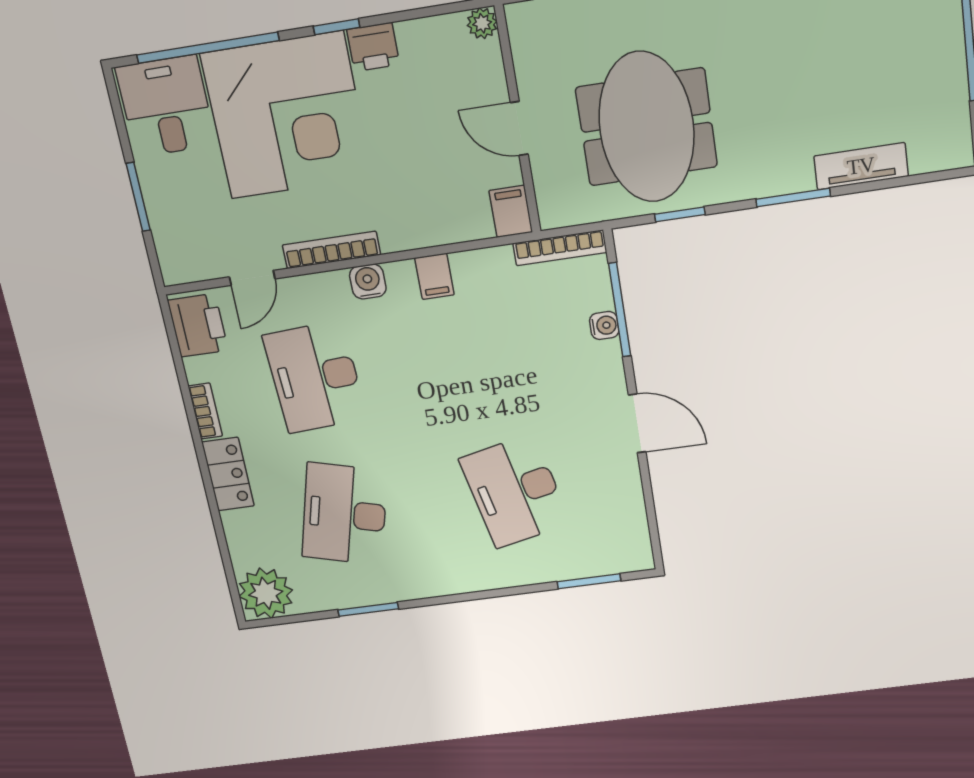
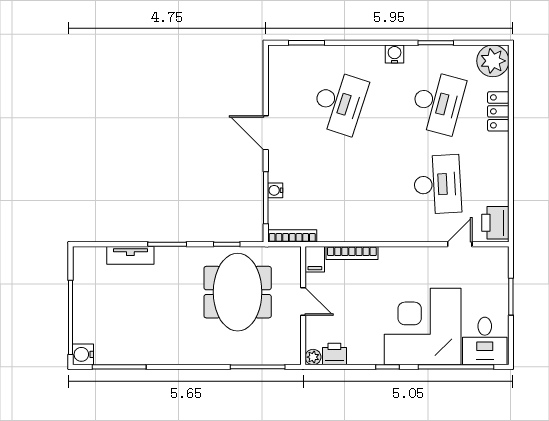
printer: (373, 47) -> (334, 354), moved
bookcase: (331, 250) -> (352, 253), moved
filing cabinet: (434, 276) -> (362, 231), removed
water cooler: (368, 282) -> (395, 54), moved, turned 180
bookcase: (205, 411) -> (503, 174), removed
locker: (228, 474) -> (498, 111), moved
desk: (515, 491) -> (339, 103), turned 30

